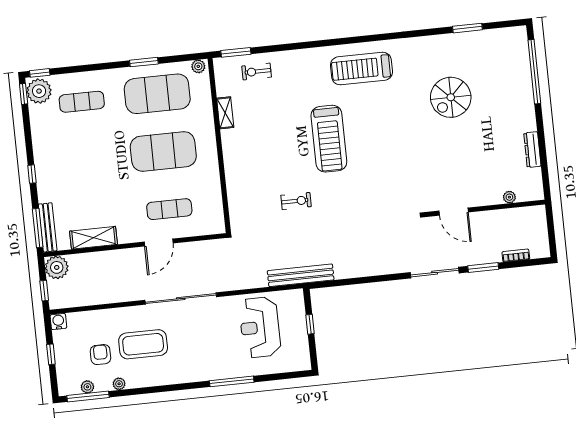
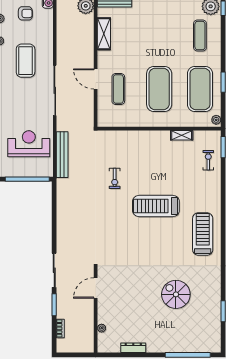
bench: (301, 275) -> (62, 155), moved
window: (310, 324) -> (27, 179), width x3.17
armchair: (100, 355) -> (25, 13), moved

